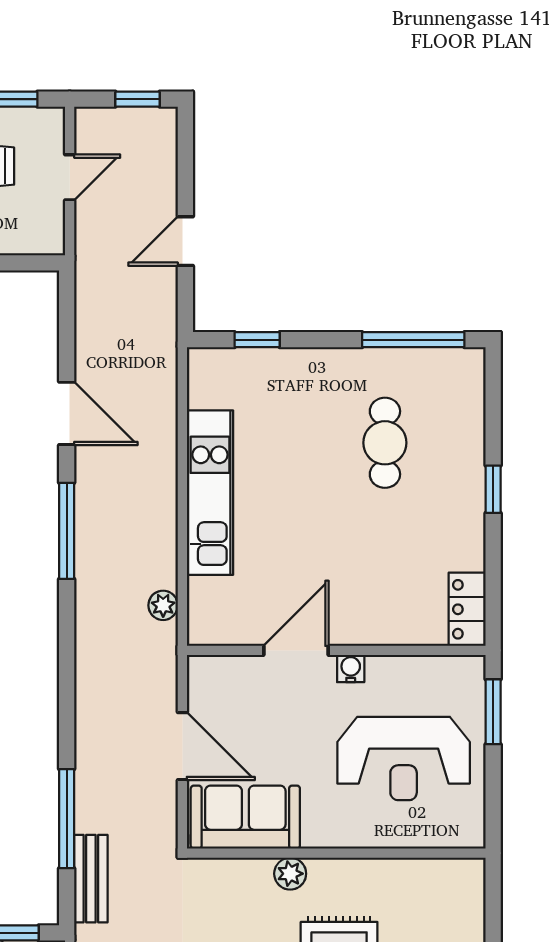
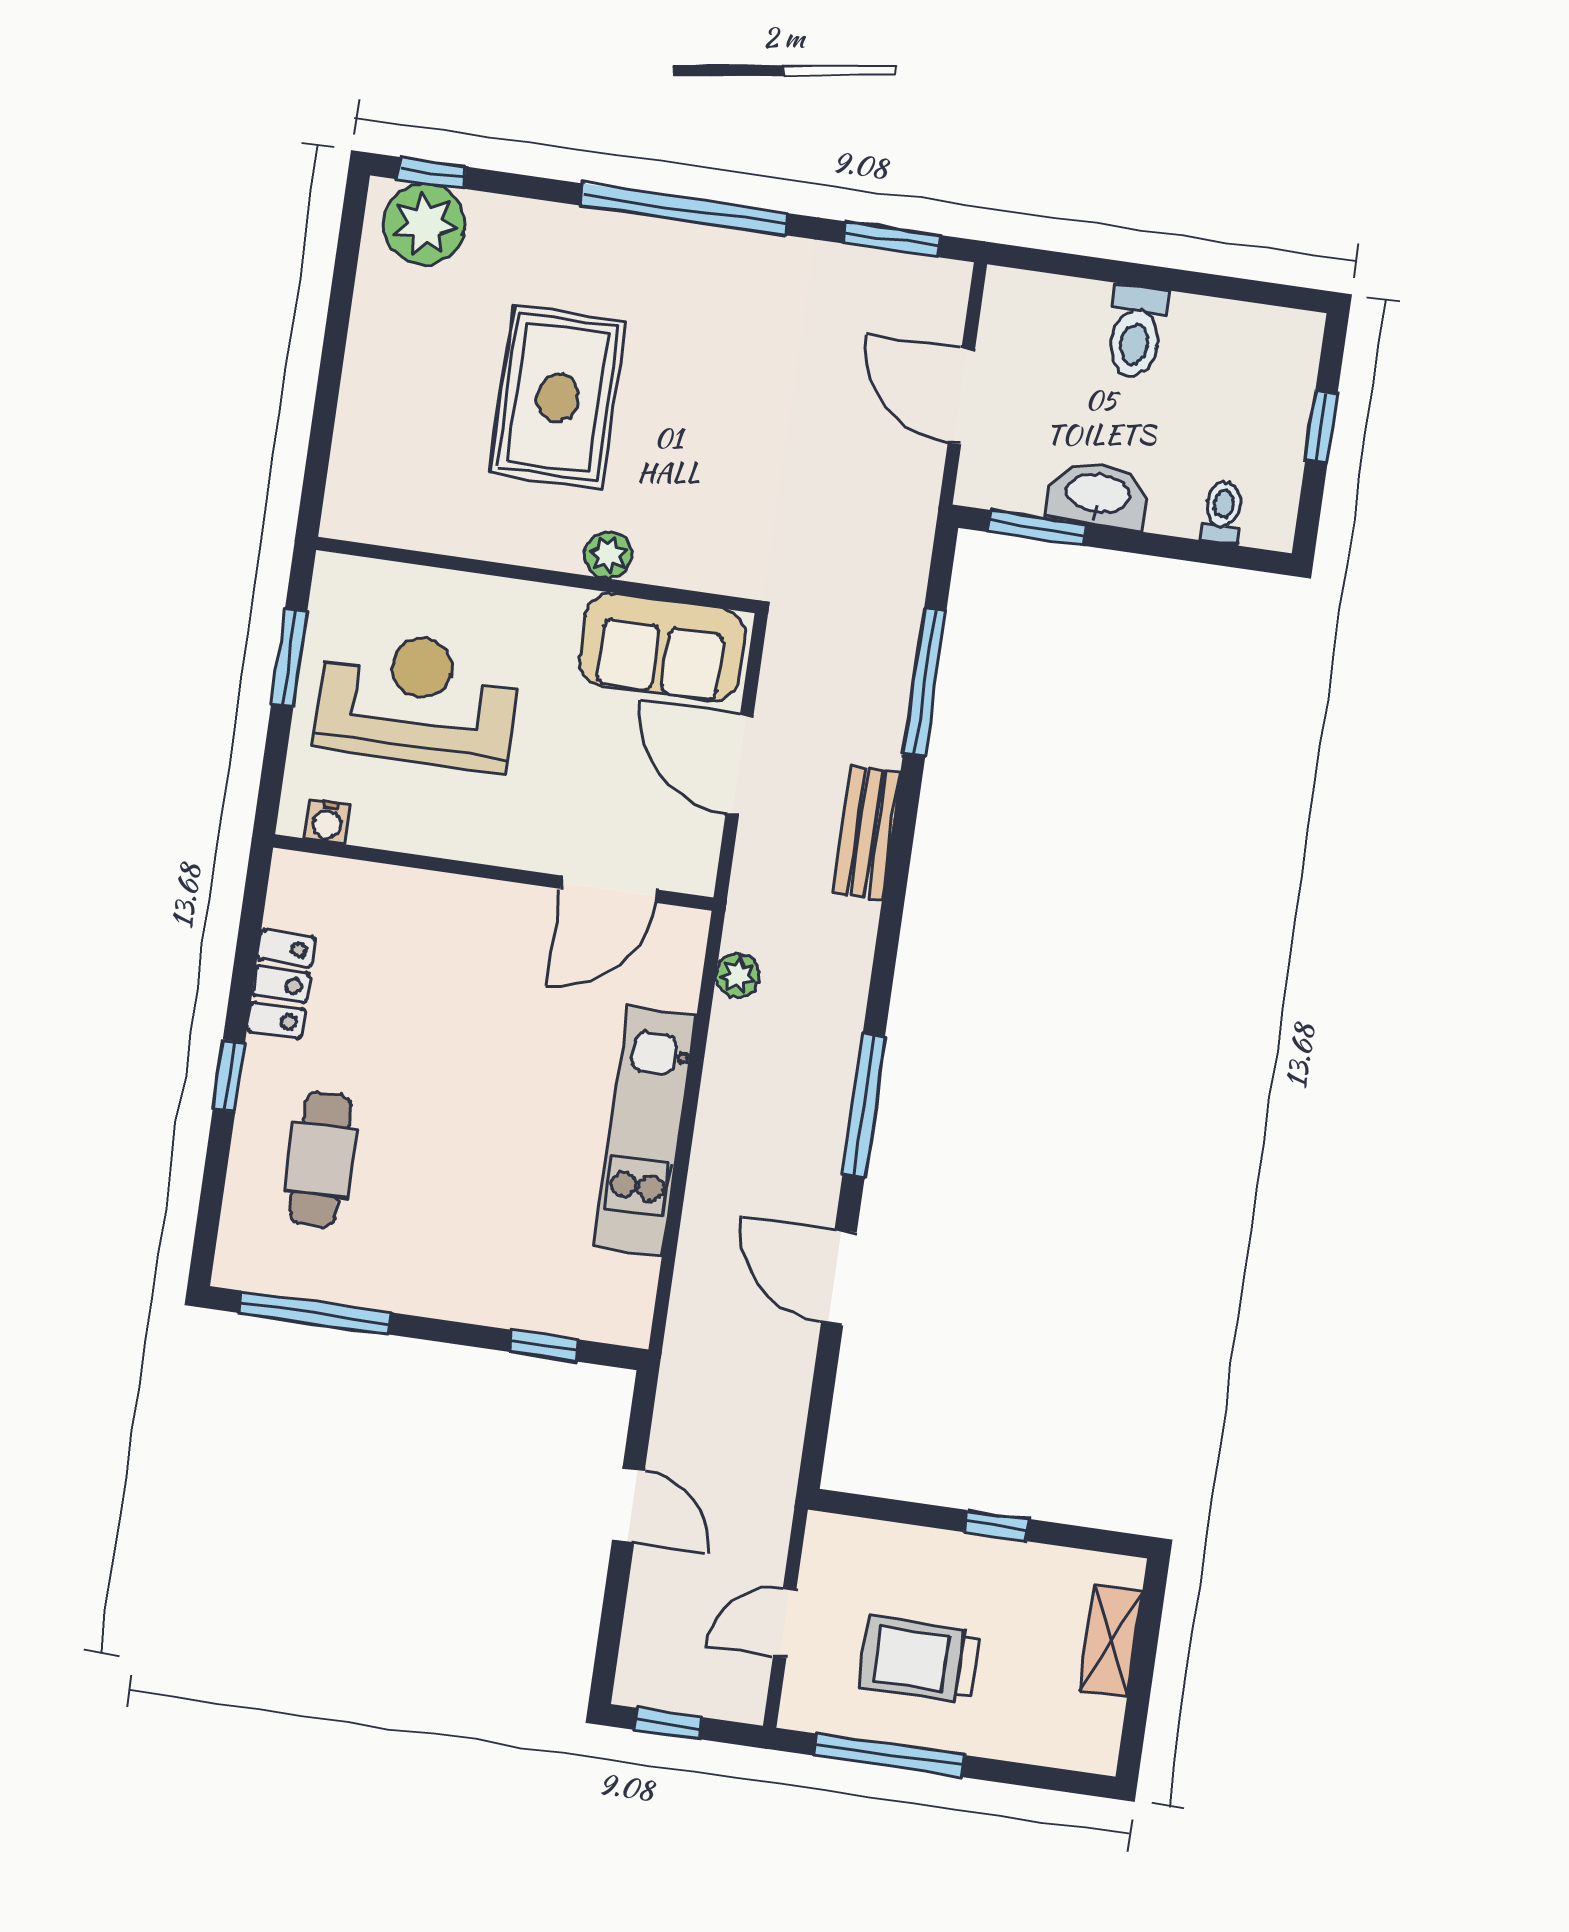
door: (185, 241) -> (628, 1505), hinge flipped
cafe table: (385, 443) -> (320, 1159), moved
locker: (467, 609) -> (281, 984), moved
door: (296, 650) -> (609, 889), moved
water cooler: (351, 669) -> (327, 822), moved
window: (493, 712) -> (289, 657), moved
bench: (91, 879) -> (867, 833), moved

